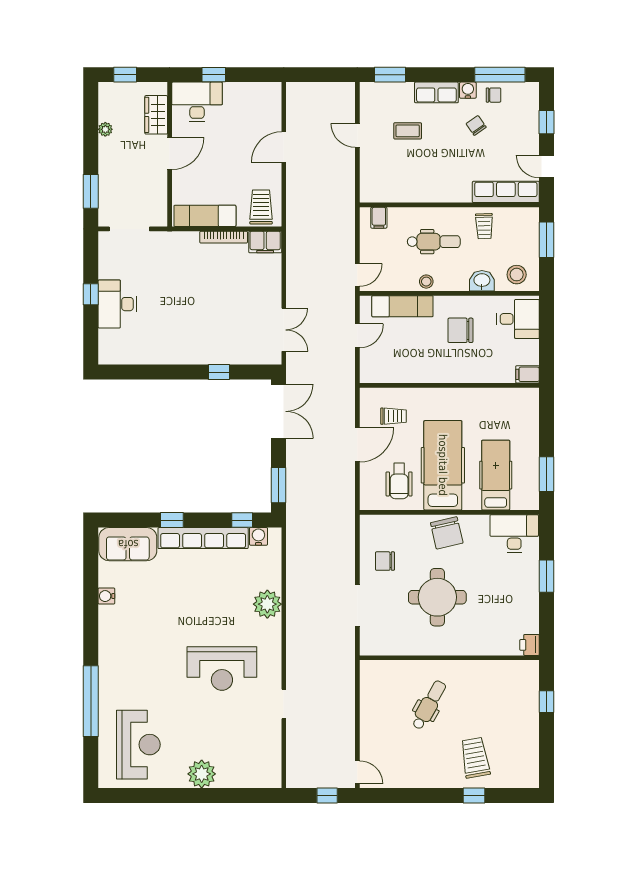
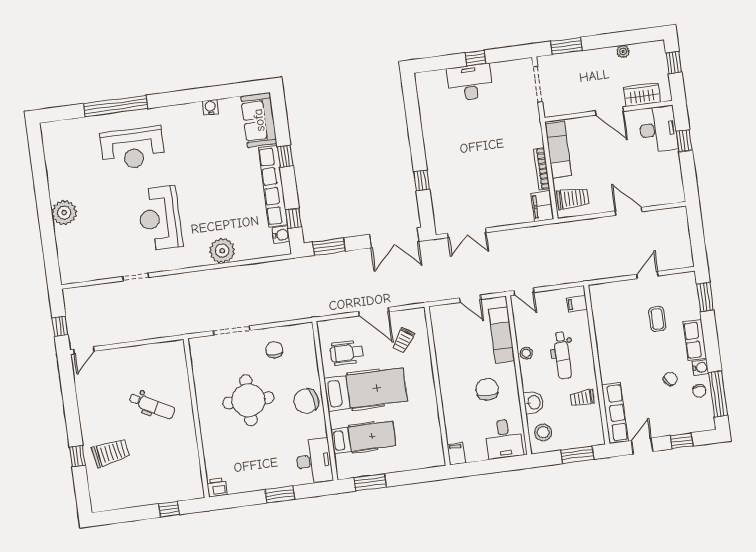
trolley: (394, 416) -> (403, 340), turned 35
reception desk: (138, 745) -> (133, 148), moved

